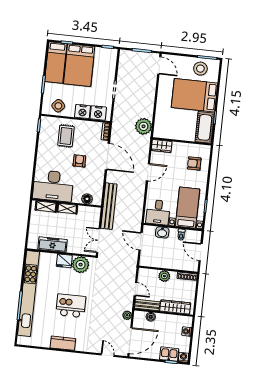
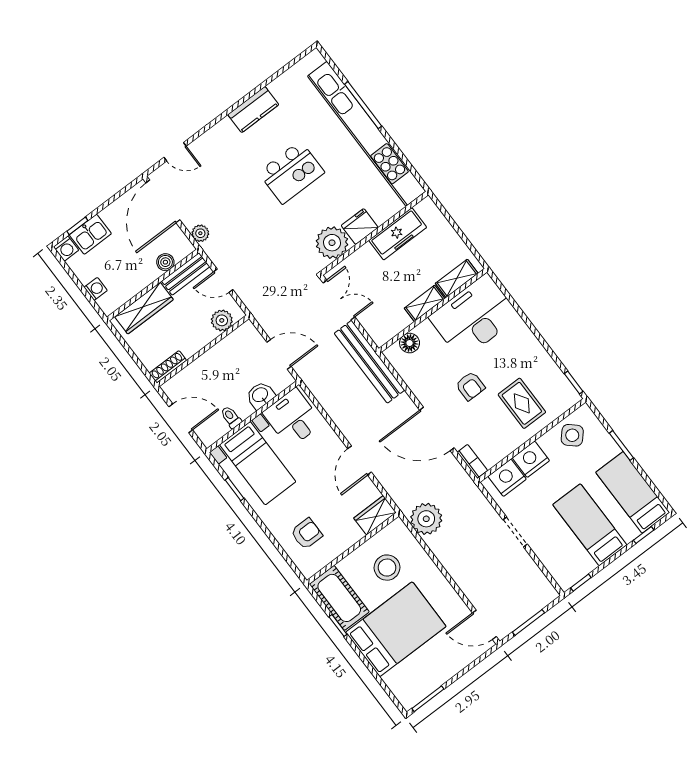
bed: (79, 65) -> (590, 525), width x0.67
stool: (200, 69) -> (387, 568), moved
plant: (164, 276) -> (222, 320), moved

